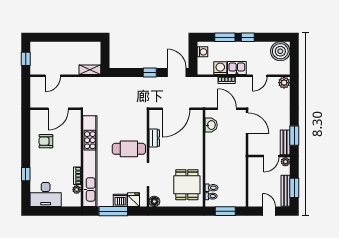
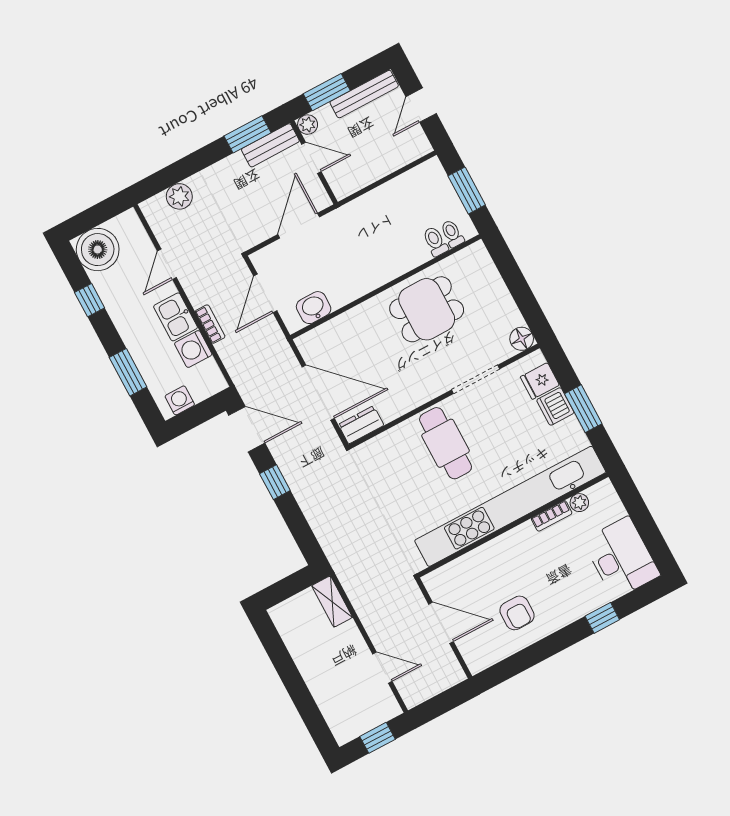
window: (248, 37) -> (90, 300), moved
door: (177, 72) -> (247, 429), swing flipped
door: (260, 76) -> (167, 264), swing flipped
plant: (284, 83) -> (179, 196), moved
door: (247, 123) -> (299, 226), moved
dresser: (154, 138) -> (361, 425), moved
dining table: (187, 185) -> (427, 309), moved
window: (294, 188) -> (327, 92), moved
window: (113, 211) -> (583, 409), width x0.69

